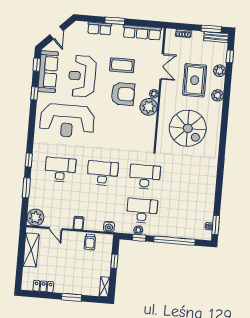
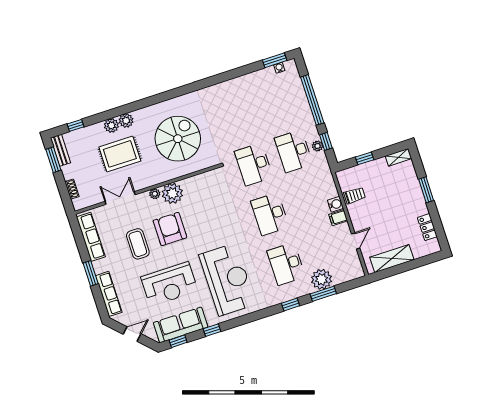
row of seats: (99, 28) -> (109, 294), width x1.48
plant: (220, 71) -> (111, 125), moved
plant: (35, 217) -> (322, 279), moved
water cooler: (109, 227) -> (335, 204), moved

